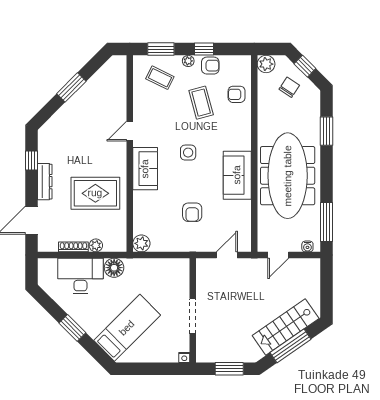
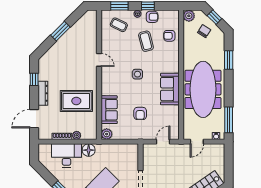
door: (130, 131) -> (99, 60), swing flipped
sofa: (145, 169) -> (109, 110), moved

